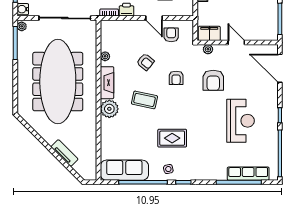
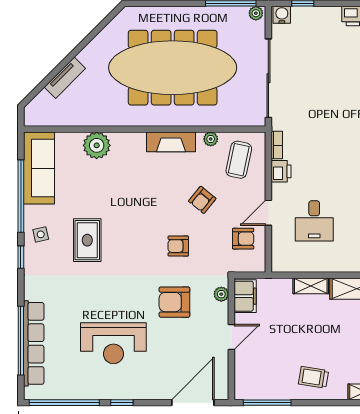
coffee table: (144, 100) -> (239, 160), moved
plant: (109, 109) -> (97, 145), moved
row of seats: (248, 174) -> (34, 343), width x1.36

